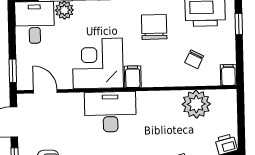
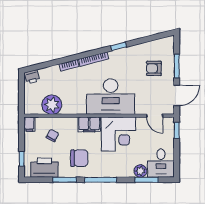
chair: (154, 27) -> (79, 158), turned -90
filing cabinet: (133, 77) -> (89, 124), width x2.00
desk: (110, 112) -> (111, 97), width x1.36, depth x1.30

